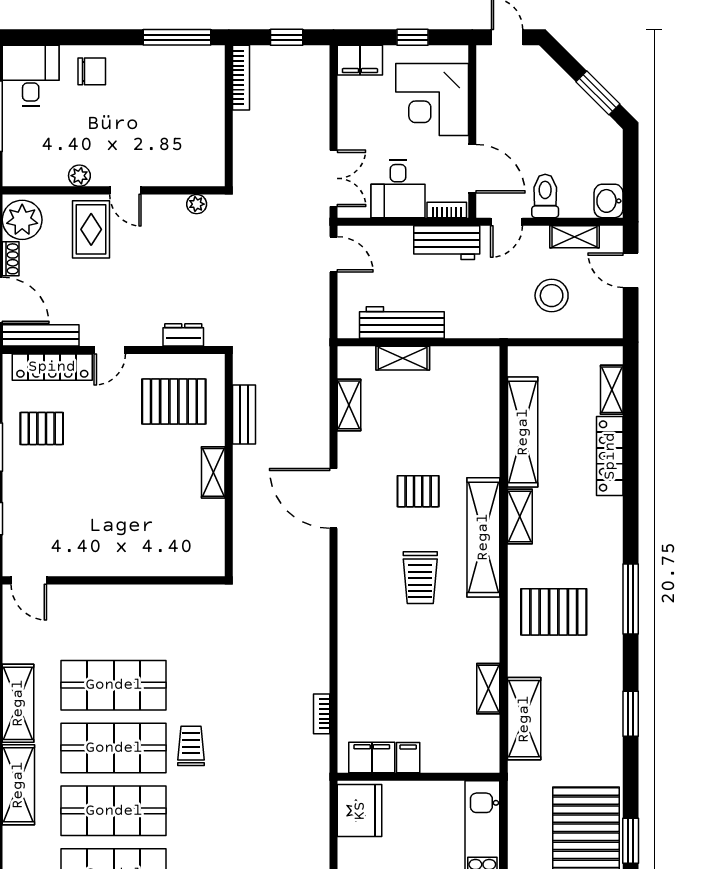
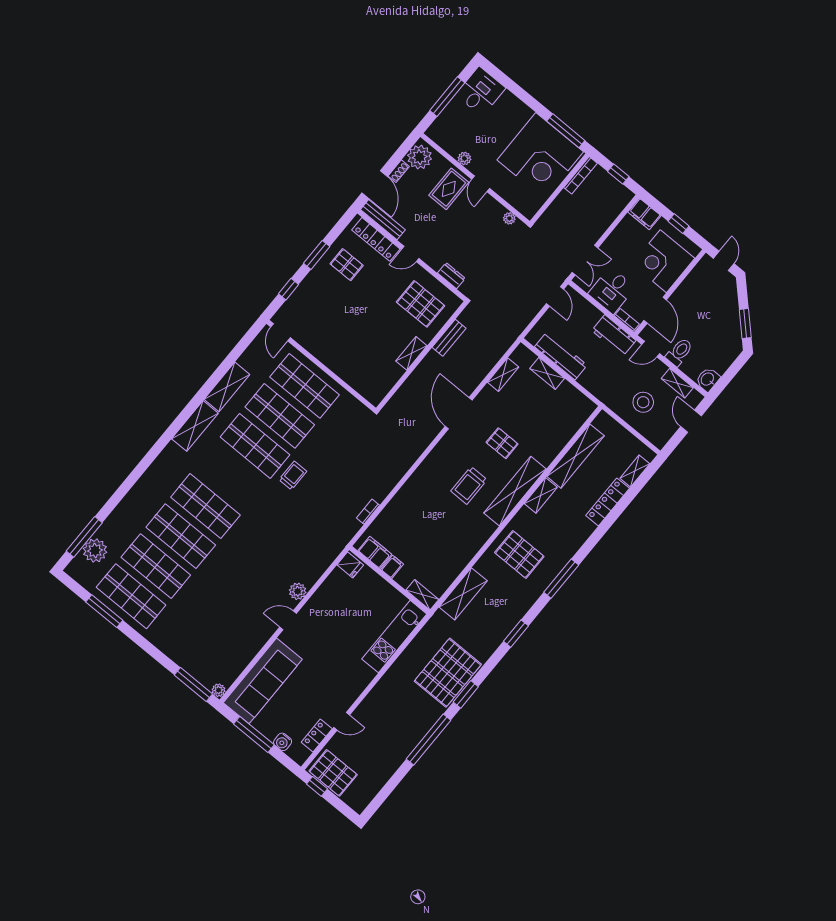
chair: (92, 71) -> (511, 113), removed
corner desk: (171, 95) -> (540, 156), added
shelving: (488, 689) -> (422, 595), moved, turned 90
shop shelf: (114, 811) -> (305, 386), moved
fridge: (360, 811) -> (350, 565), width x0.53, depth x0.75

